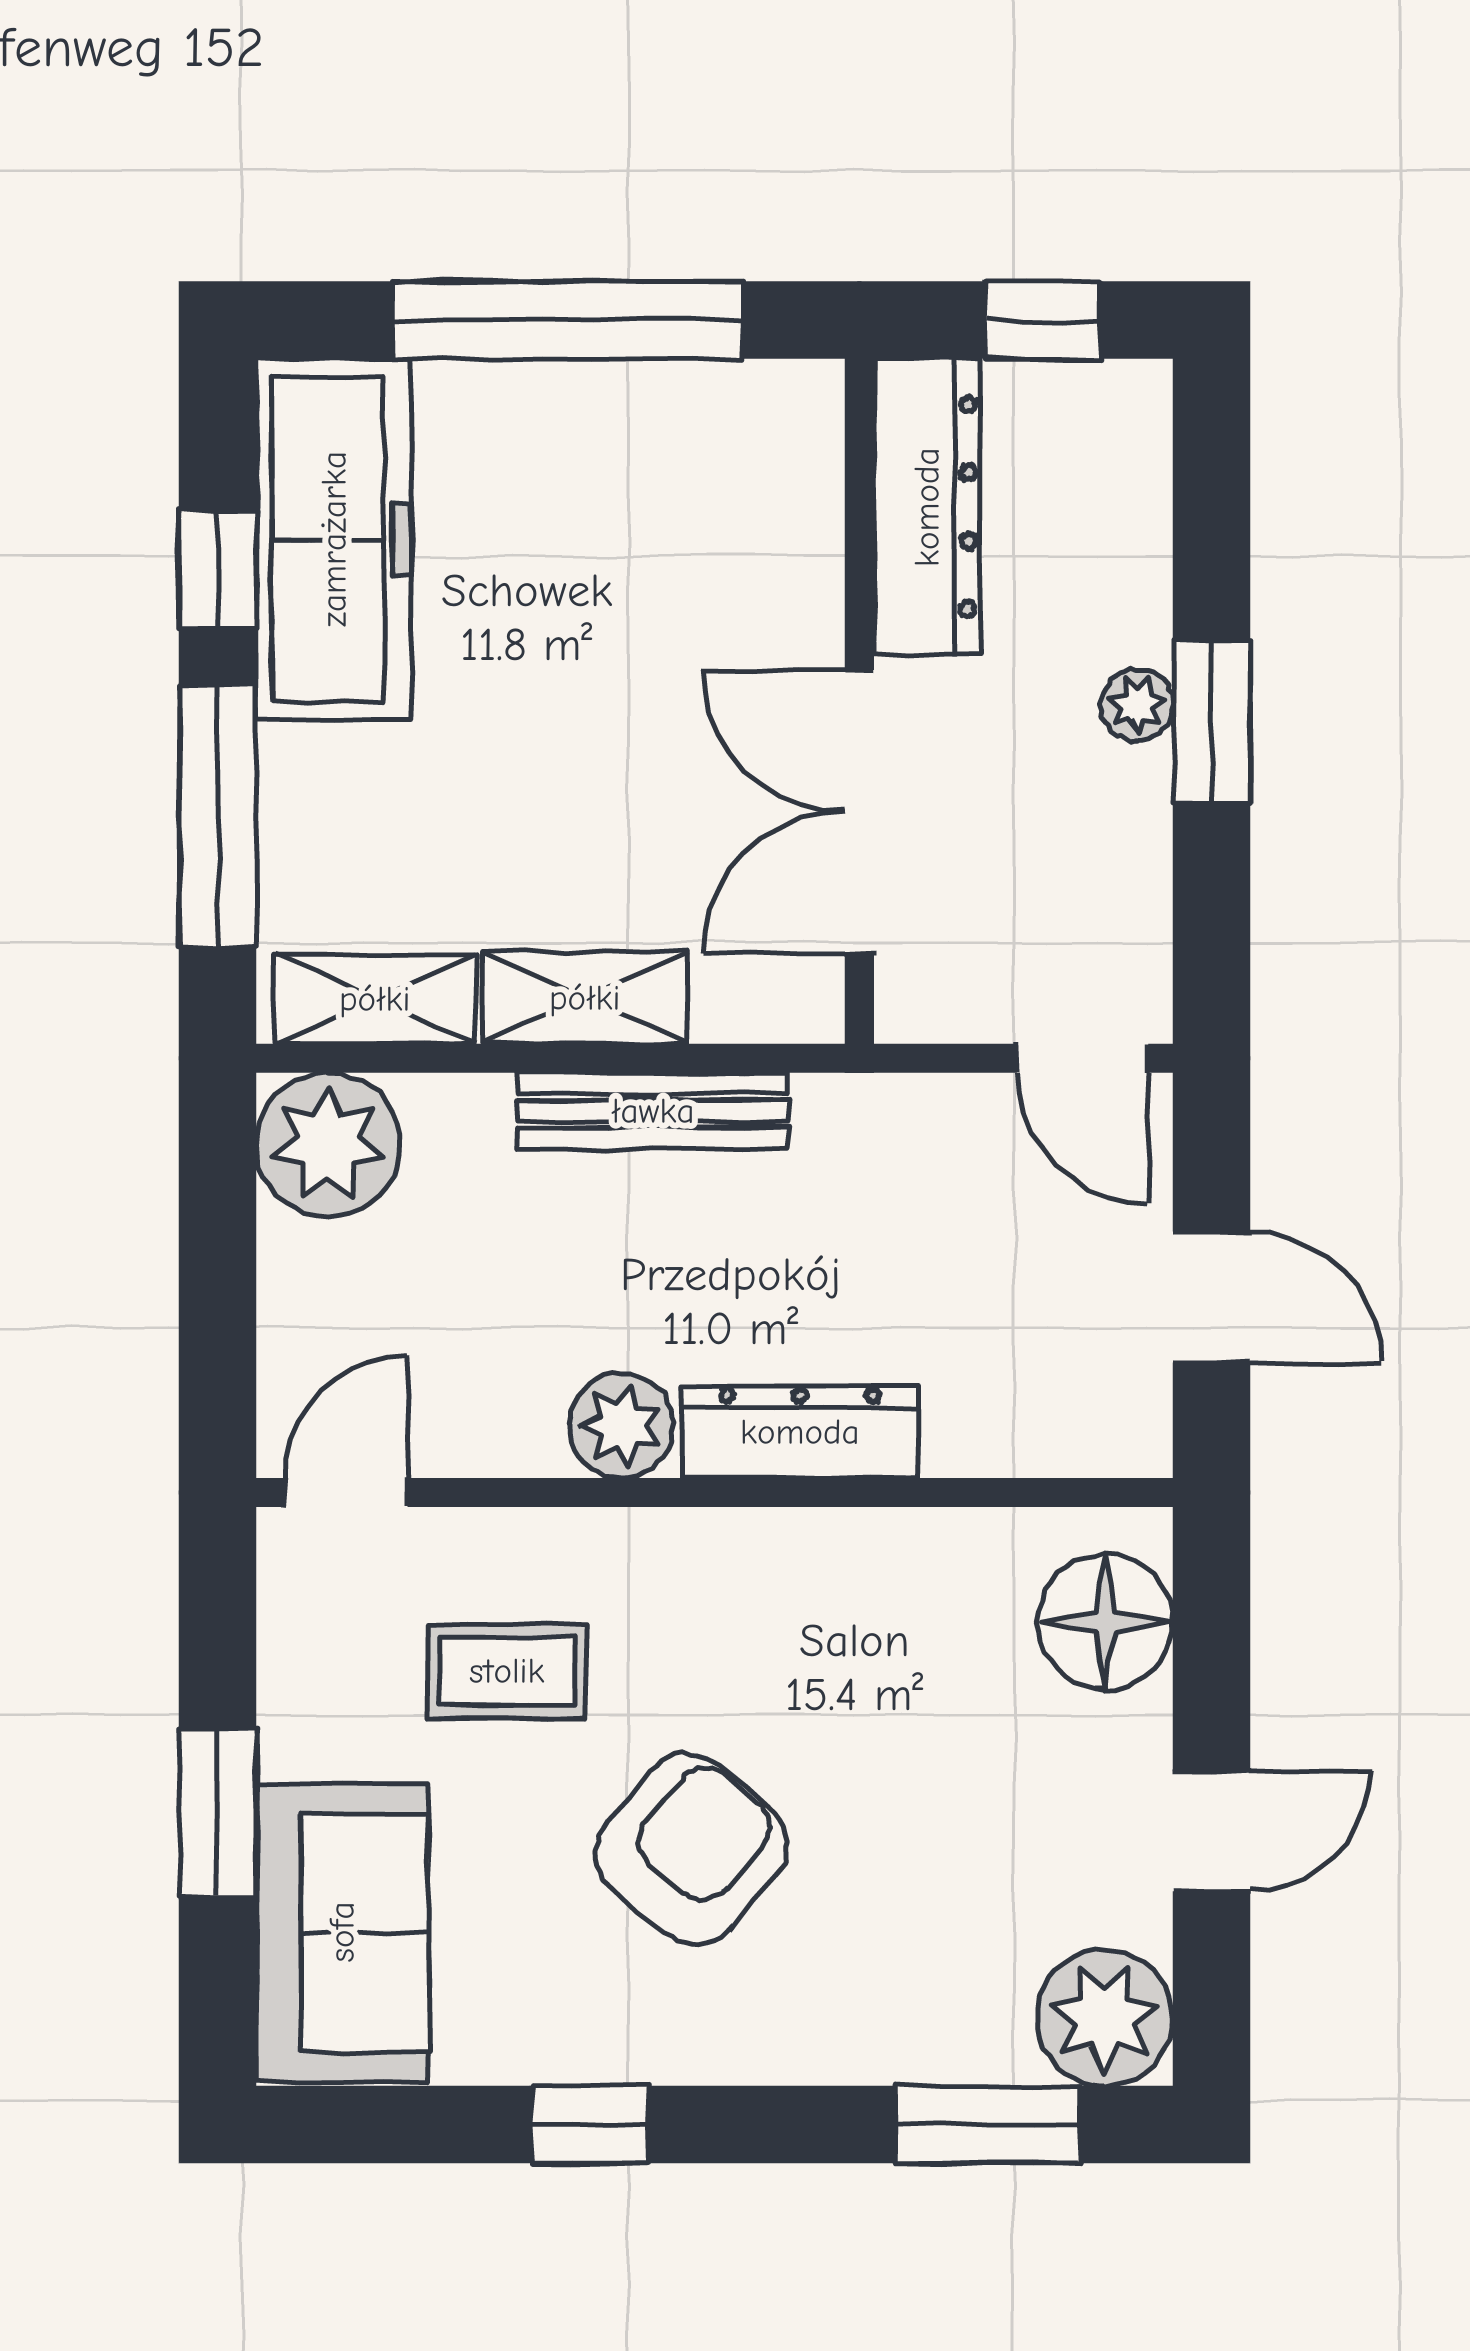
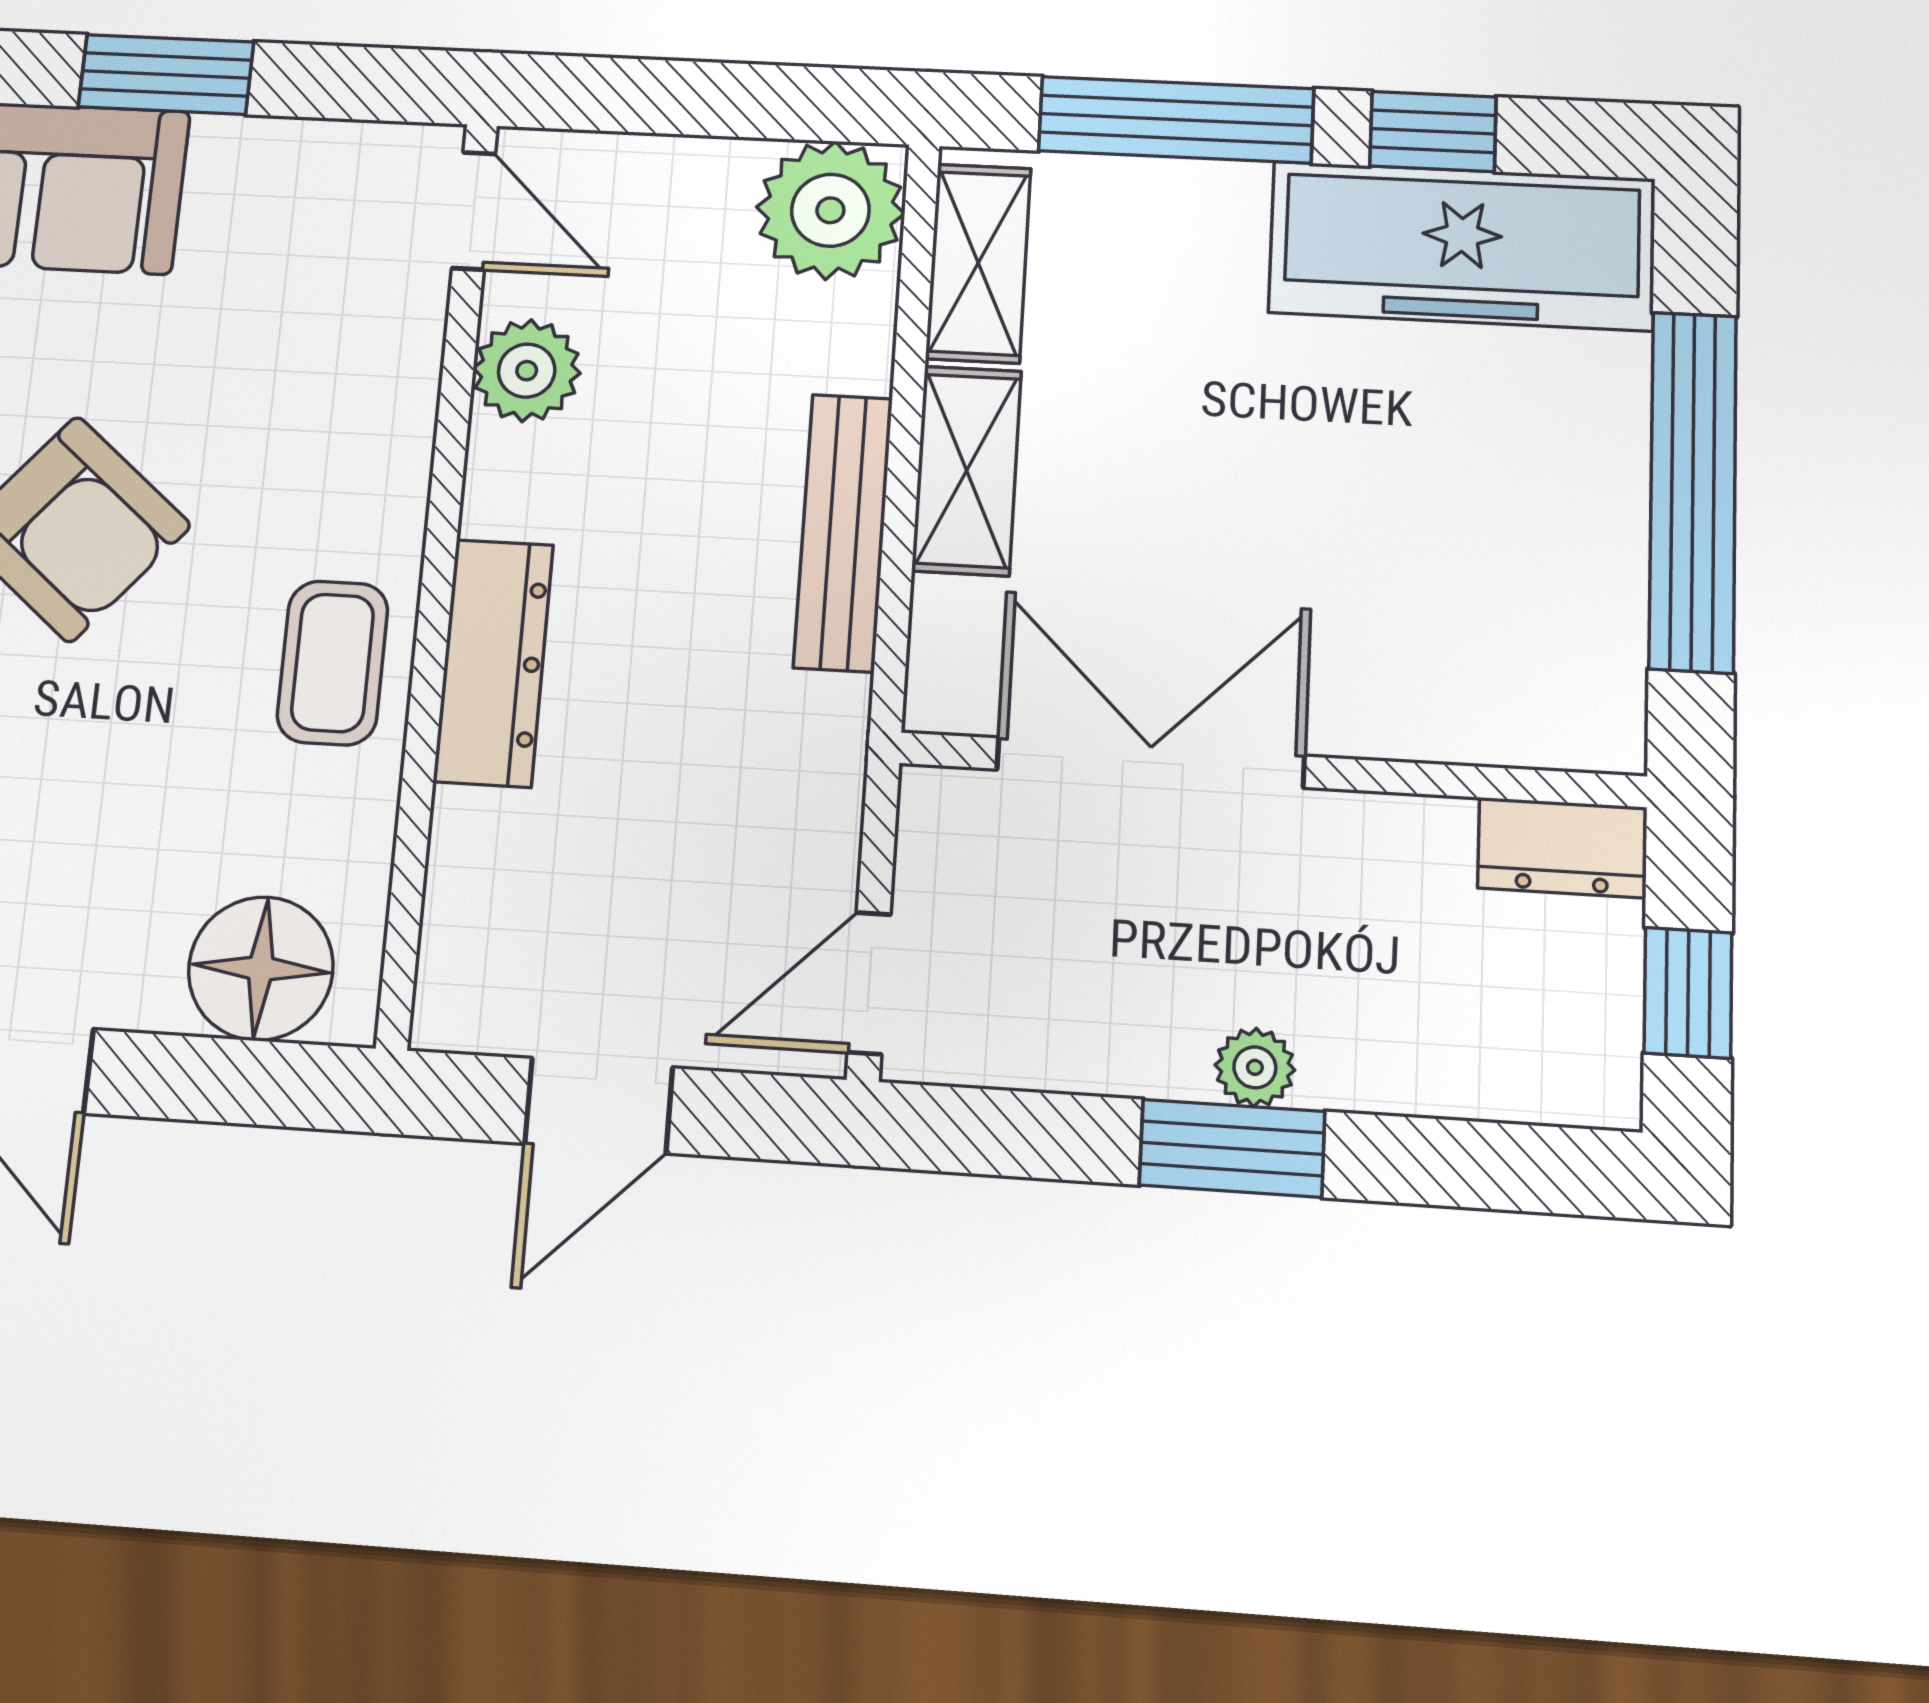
dresser: (927, 507) -> (1562, 848), width x0.51, depth x0.80
plant: (621, 1426) -> (527, 371), moved
coffee table: (507, 1671) -> (333, 663), moved

